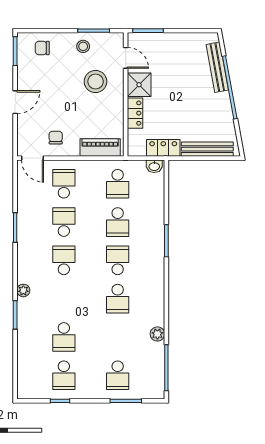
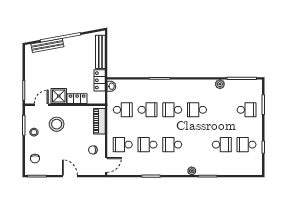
school desk: (118, 299) -> (197, 110), turned 180
school desk: (64, 375) -> (247, 145), turned 180

